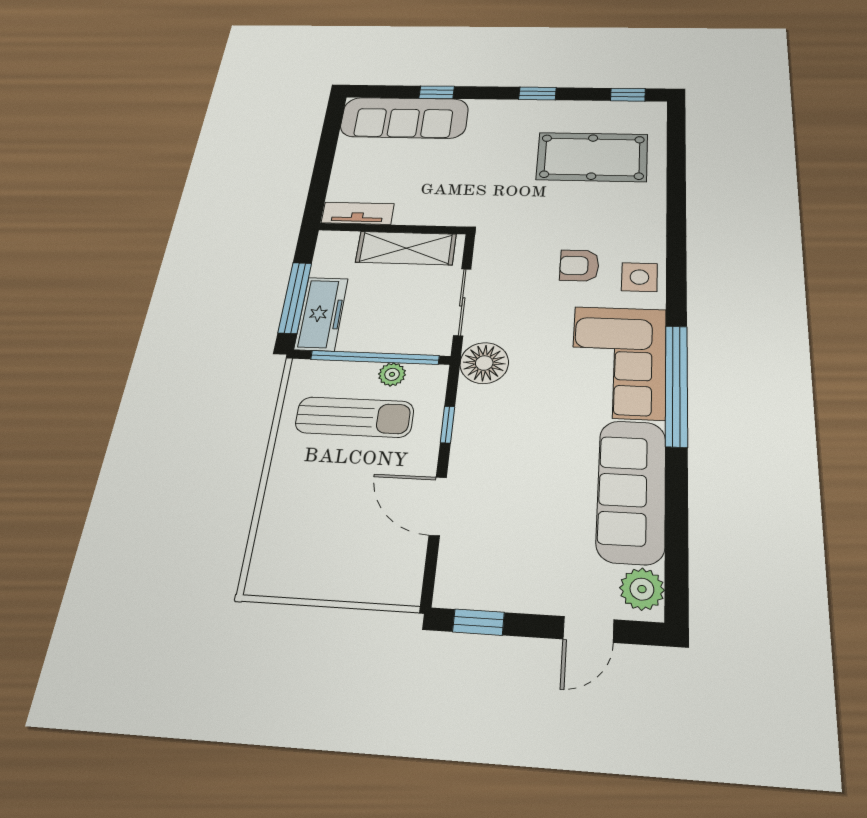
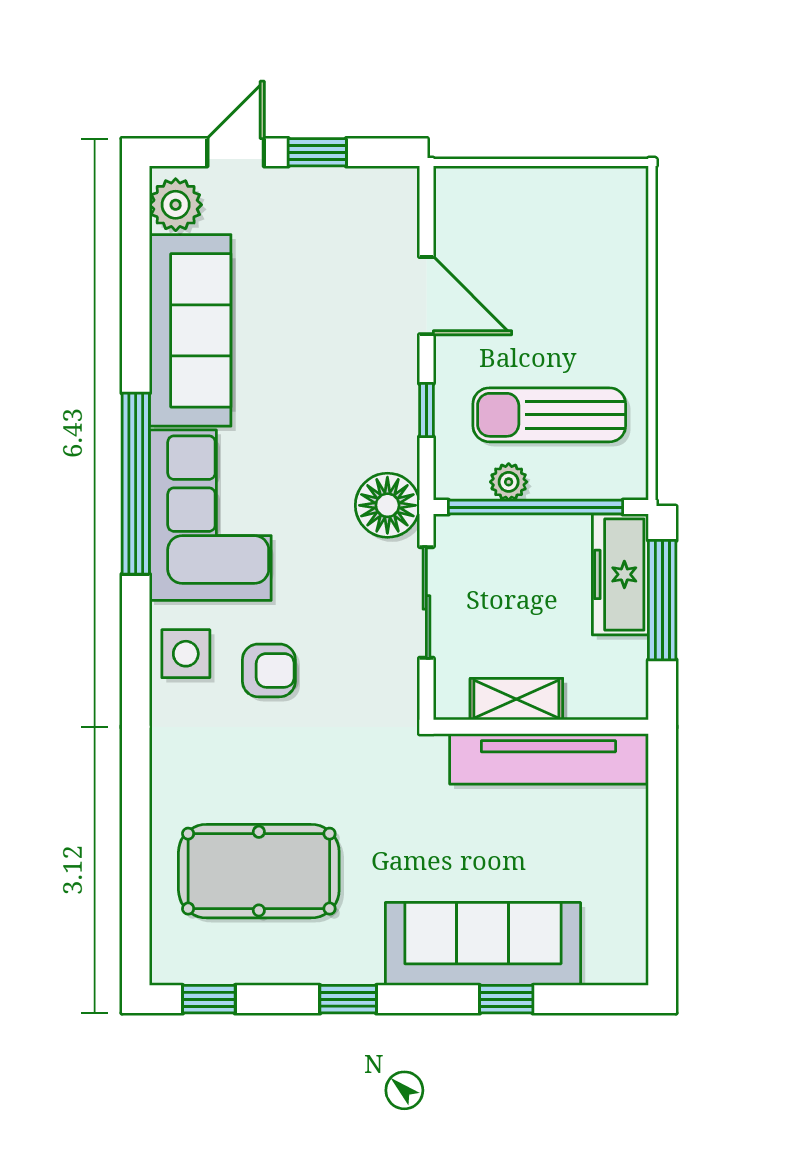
sofa: (404, 118) -> (483, 944), moved
tv unit: (358, 213) -> (548, 759), width x1.92, depth x1.29
shelving: (406, 248) -> (516, 699), width x0.67, depth x0.75
window: (478, 622) -> (317, 152), moved

